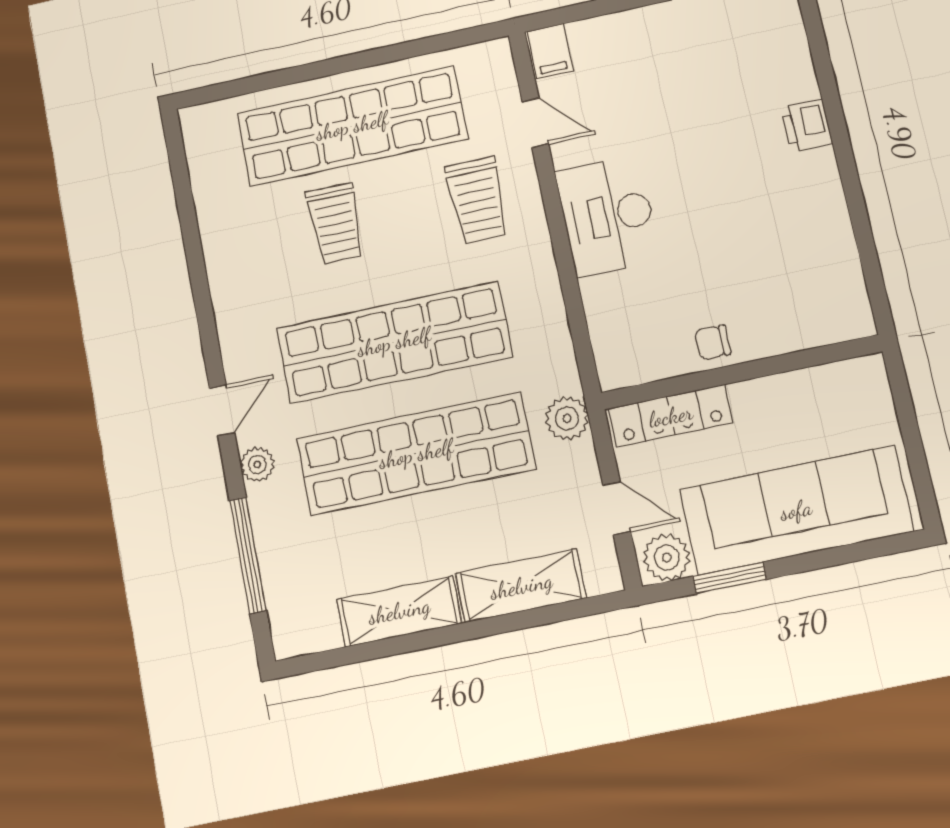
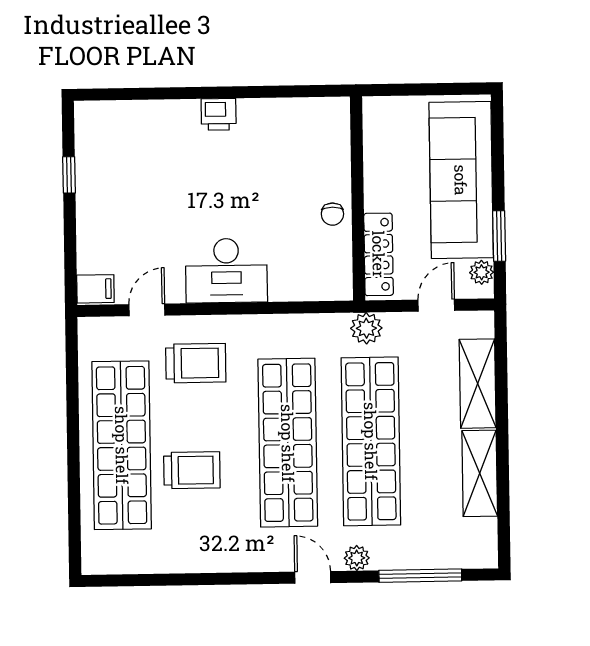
printer: (807, 126) -> (219, 114), moved
plant: (667, 558) -> (482, 272), width x0.73, depth x0.73

